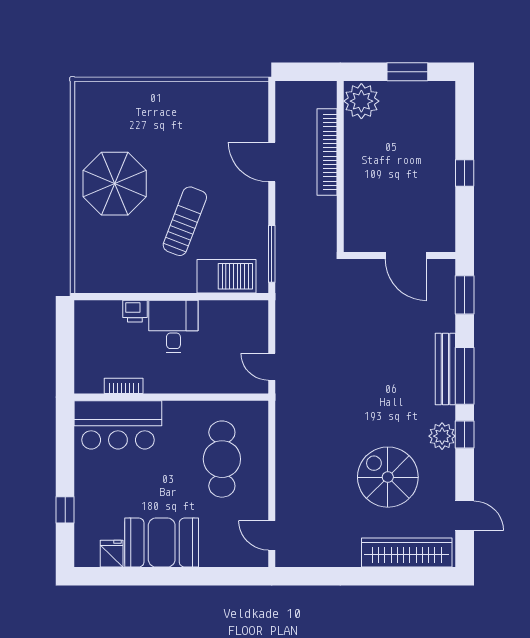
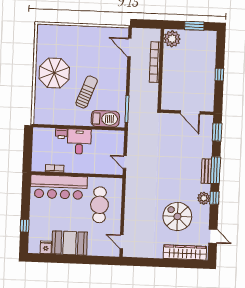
door: (272, 162) -> (129, 48), moved
bench: (445, 369) -> (206, 171), width x0.73
bar counter: (118, 425) -> (59, 187), width x1.36

